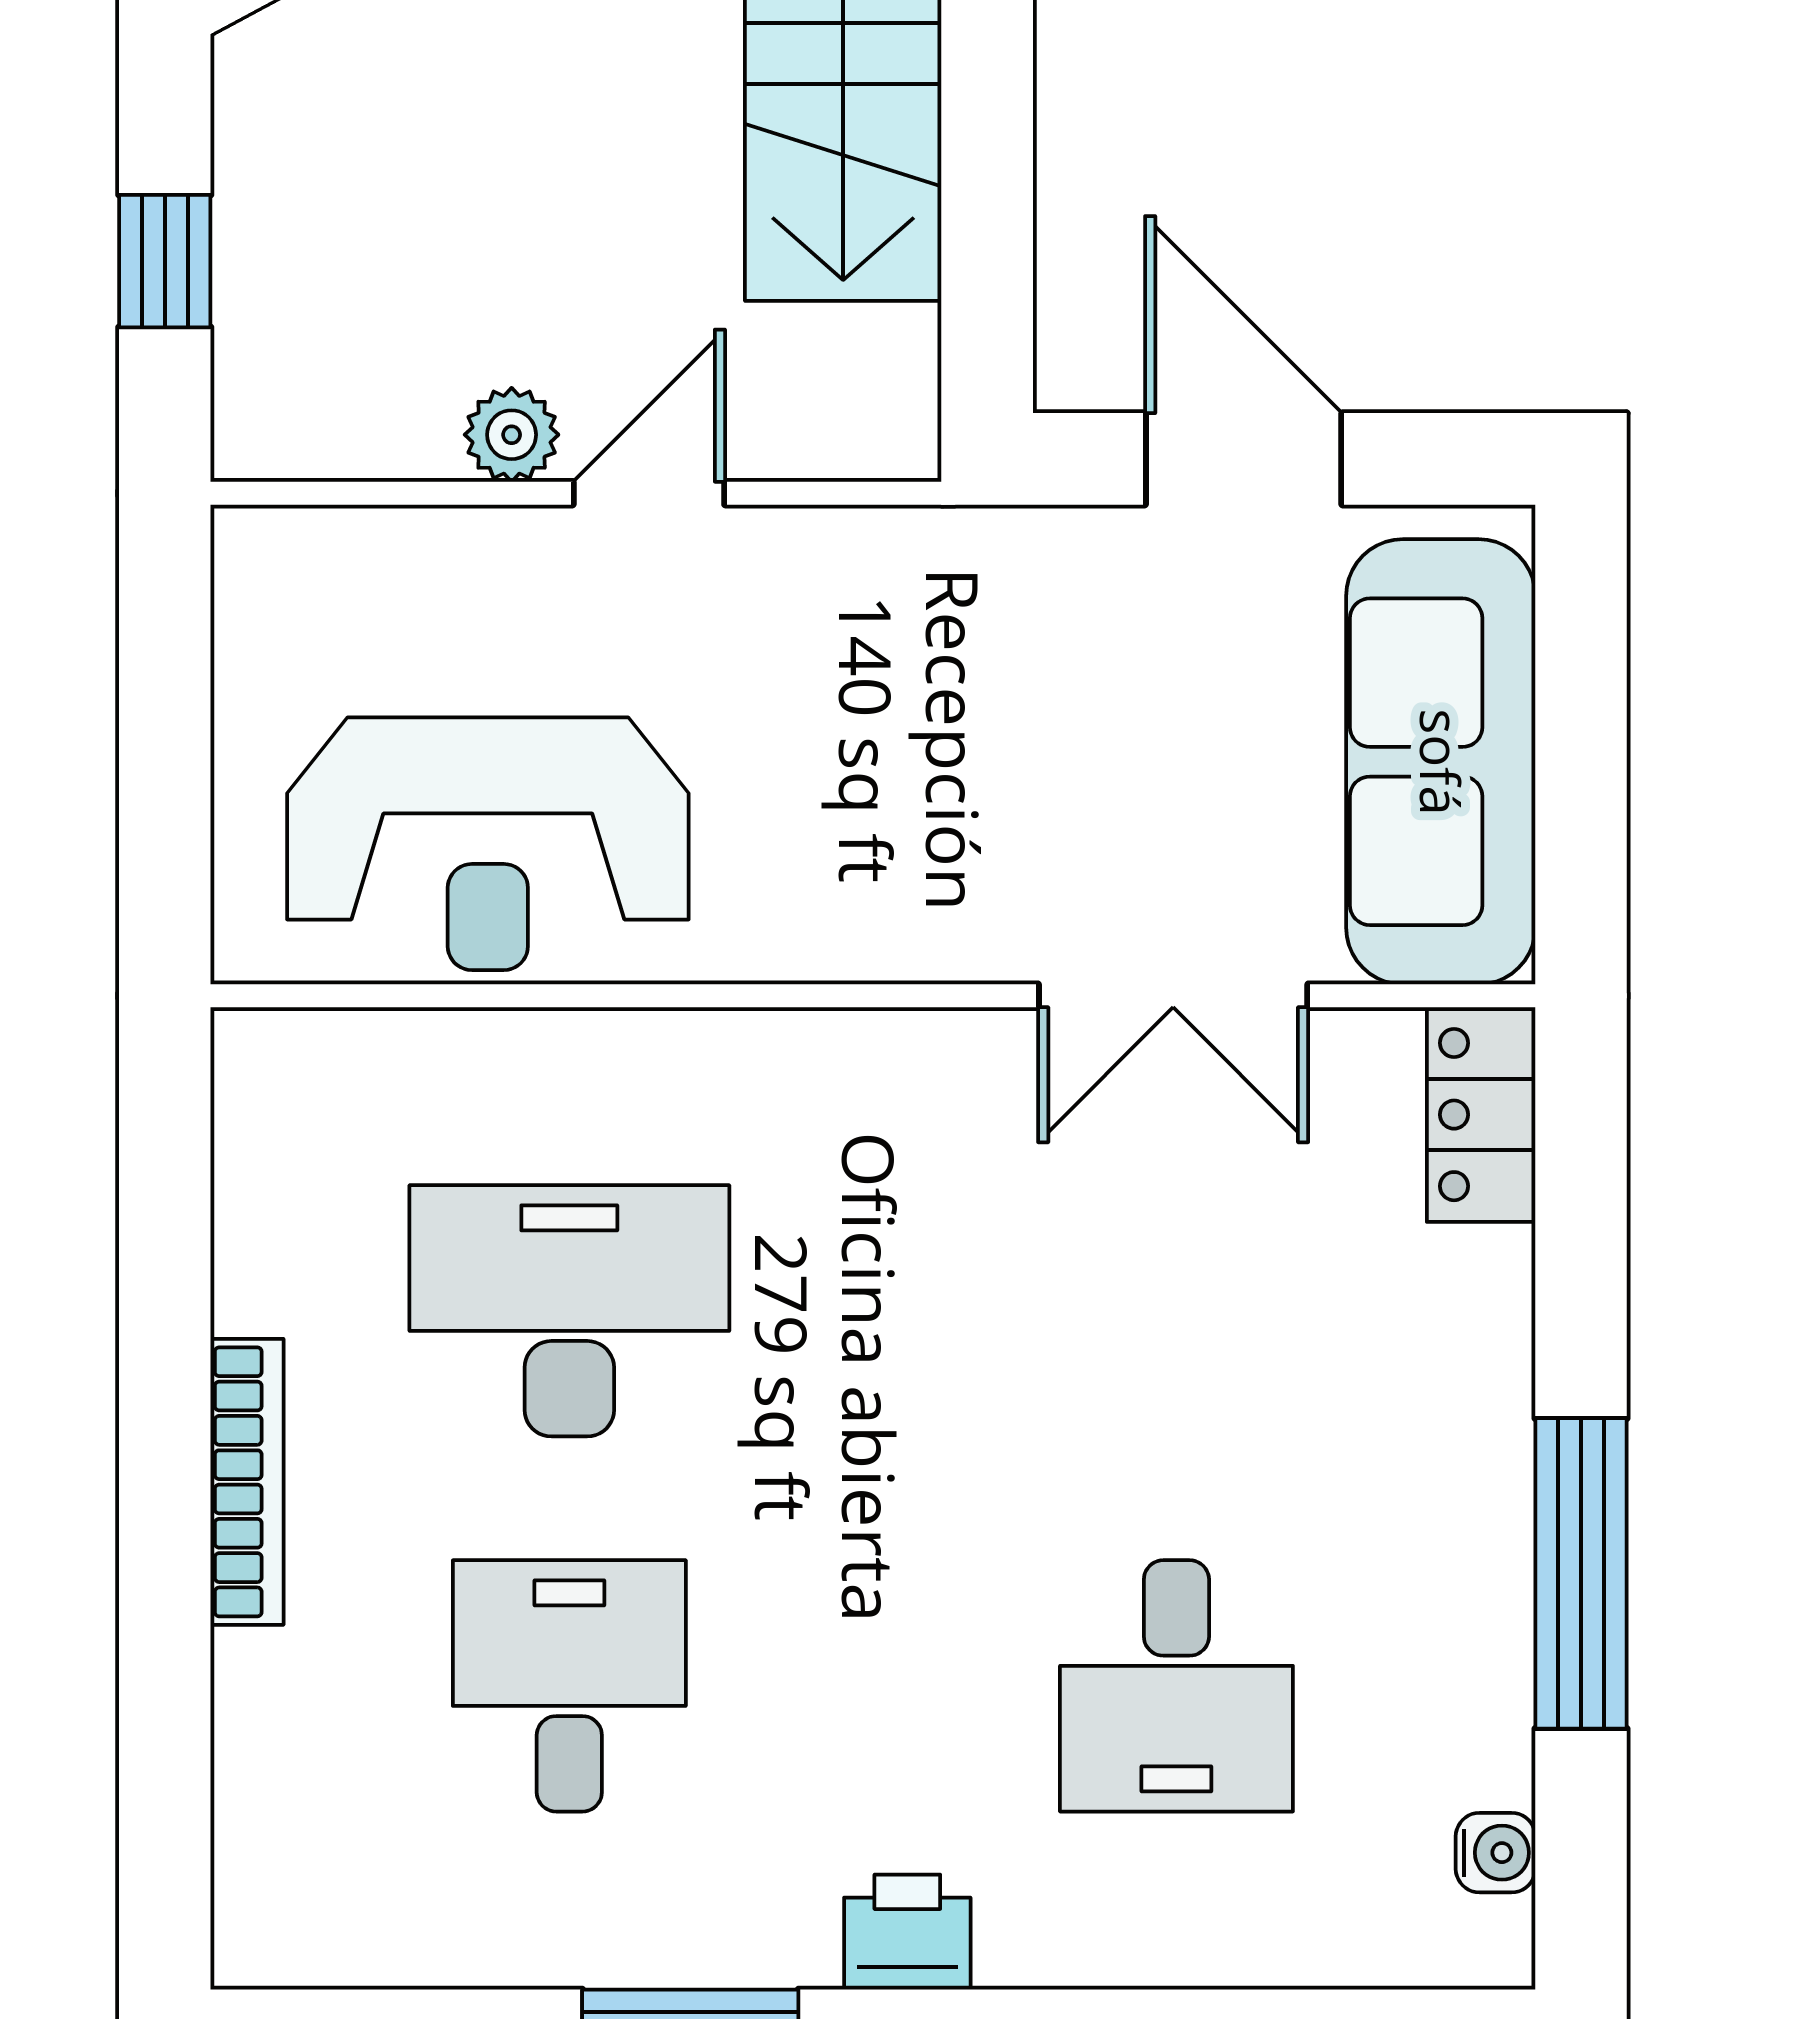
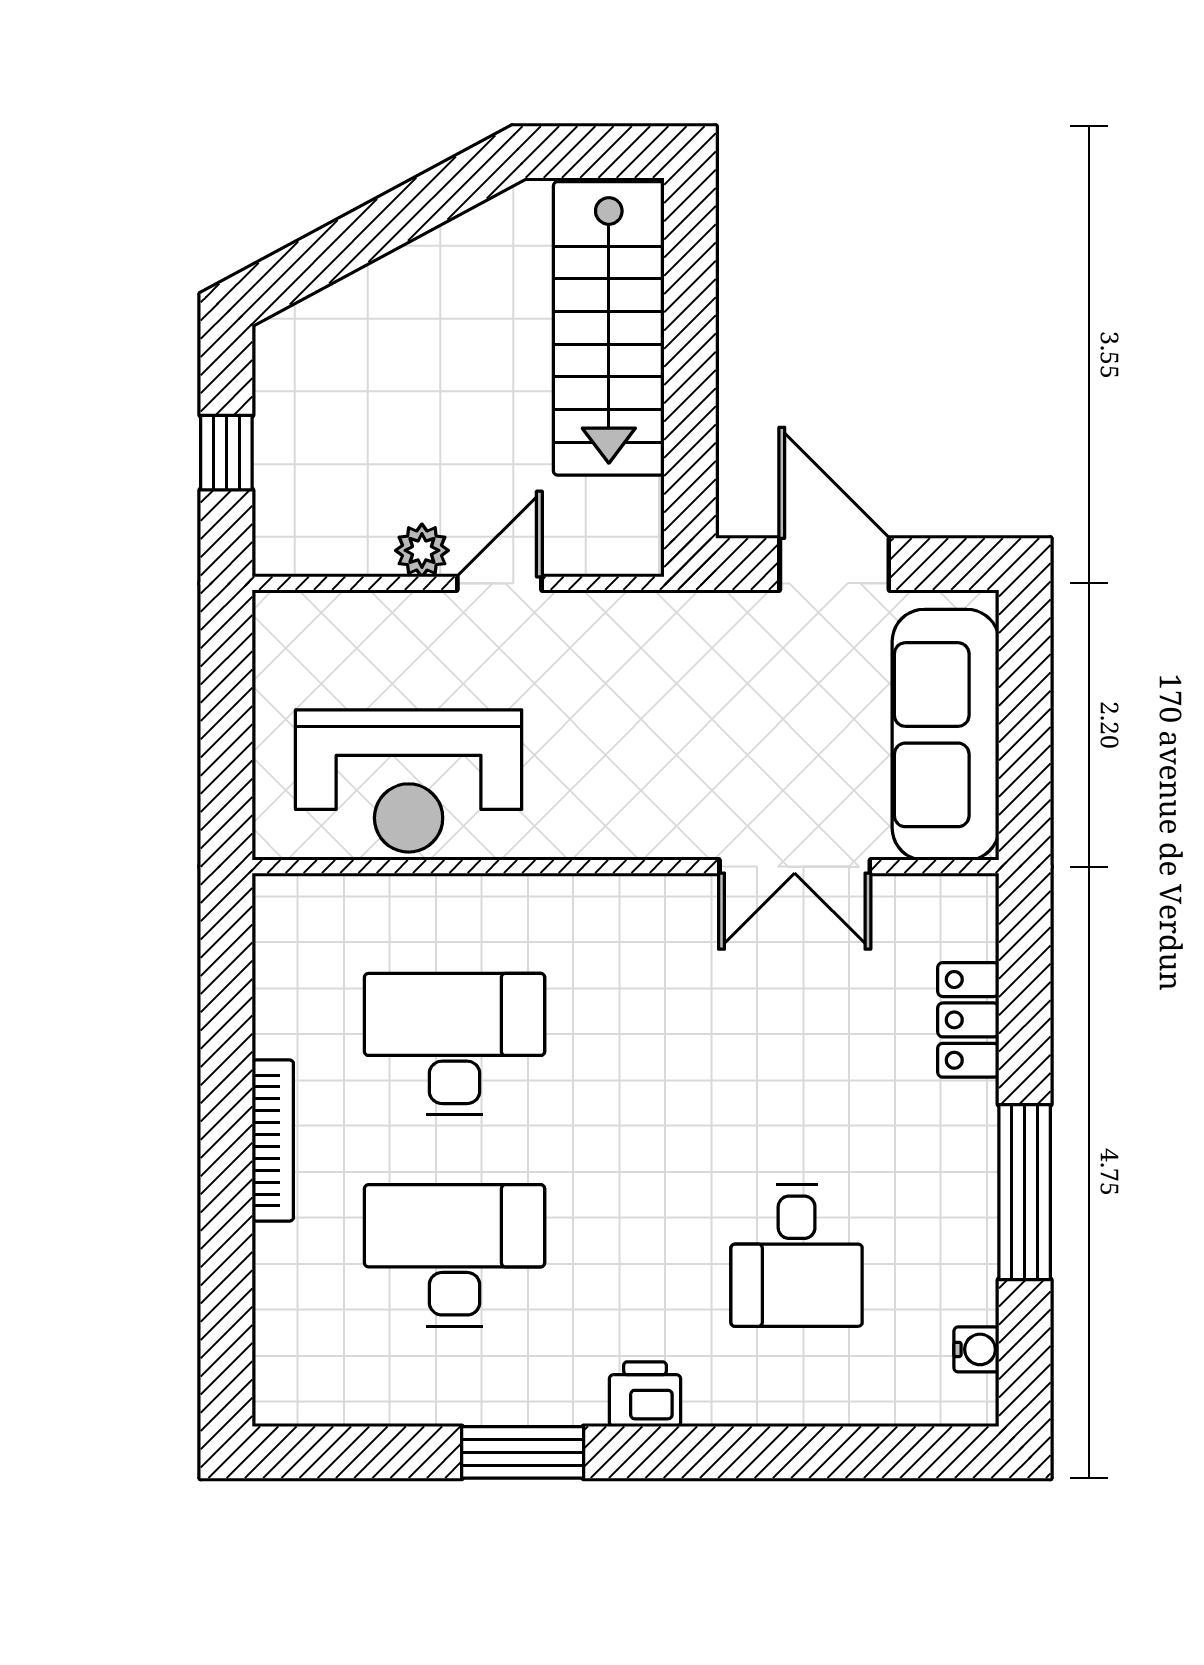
locker: (1481, 1115) -> (968, 1020), moved
desk: (569, 1686) -> (455, 1255), width x1.37

